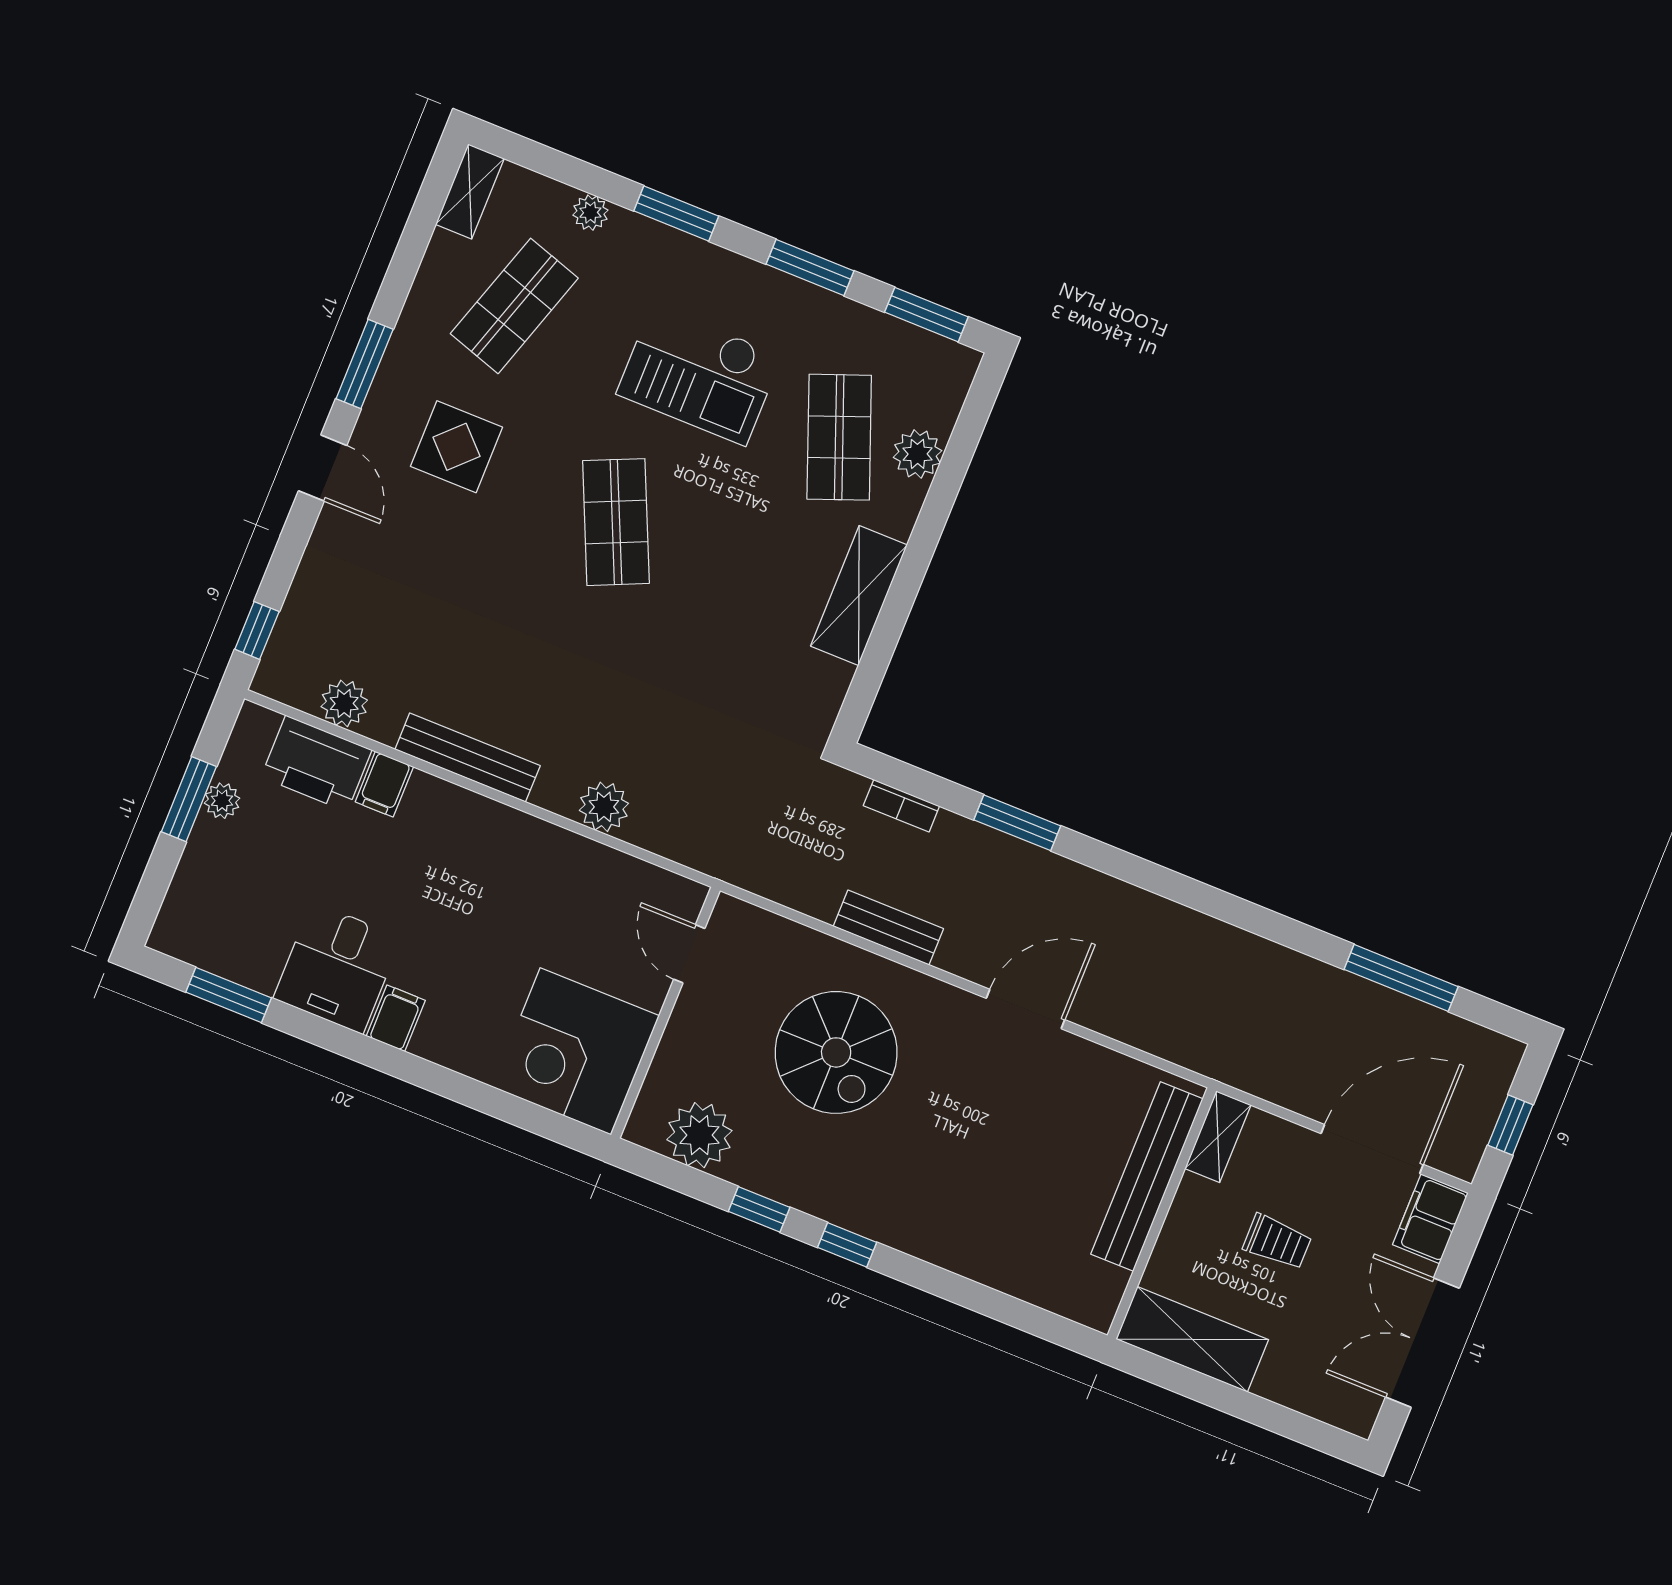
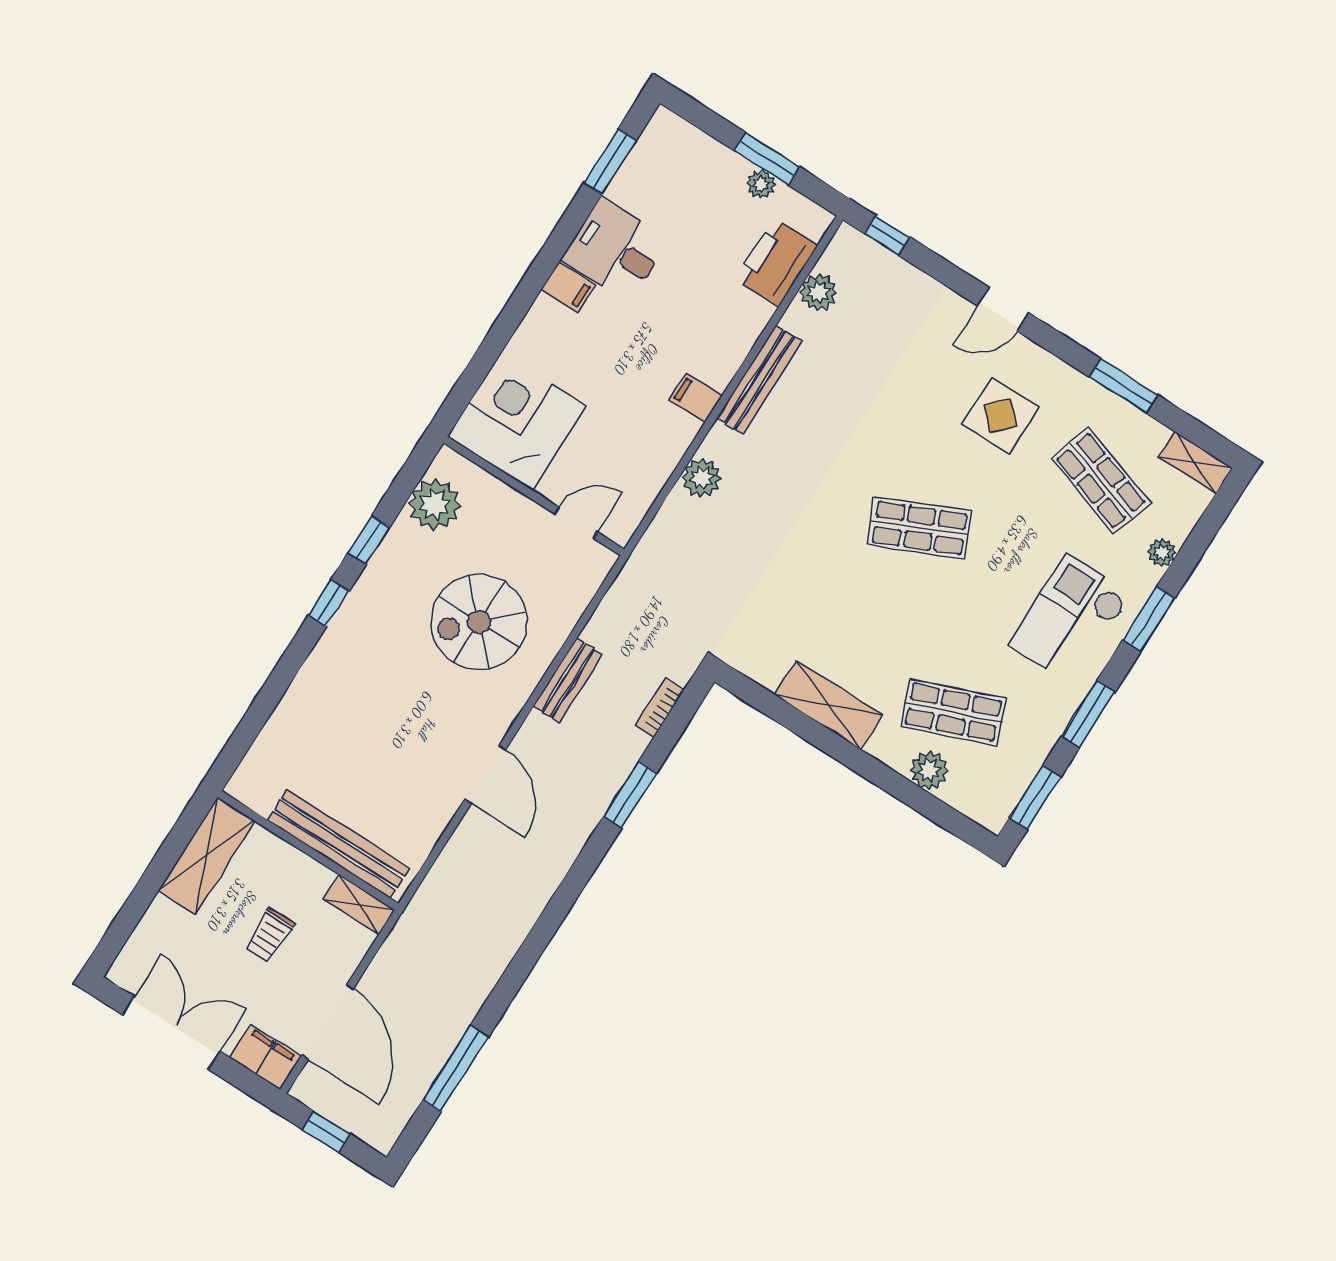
window: (365, 364) -> (1124, 386), moved
checkout: (699, 375) -> (1070, 619), moved
filing cabinet: (384, 784) -> (696, 398), moved

